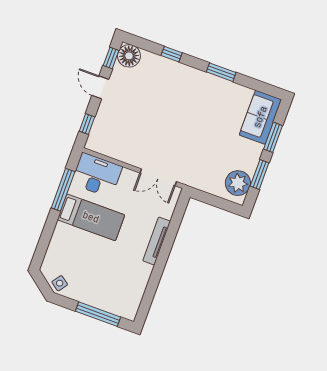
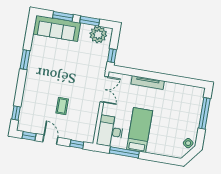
window: (172, 54) -> (16, 113), moved
floor lamp: (129, 56) -> (25, 124), removed
door: (100, 87) -> (50, 140), swing flipped
coffee table: (145, 113) -> (62, 106), added
sofa: (260, 117) -> (57, 28), width x1.36
window: (204, 197) -> (112, 56), added

